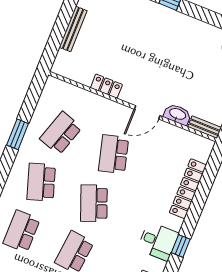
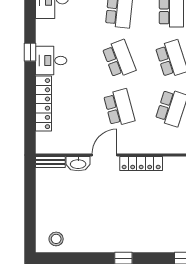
locker: (106, 86) -> (141, 163), width x1.53
desk: (158, 241) -> (51, 60), moved

